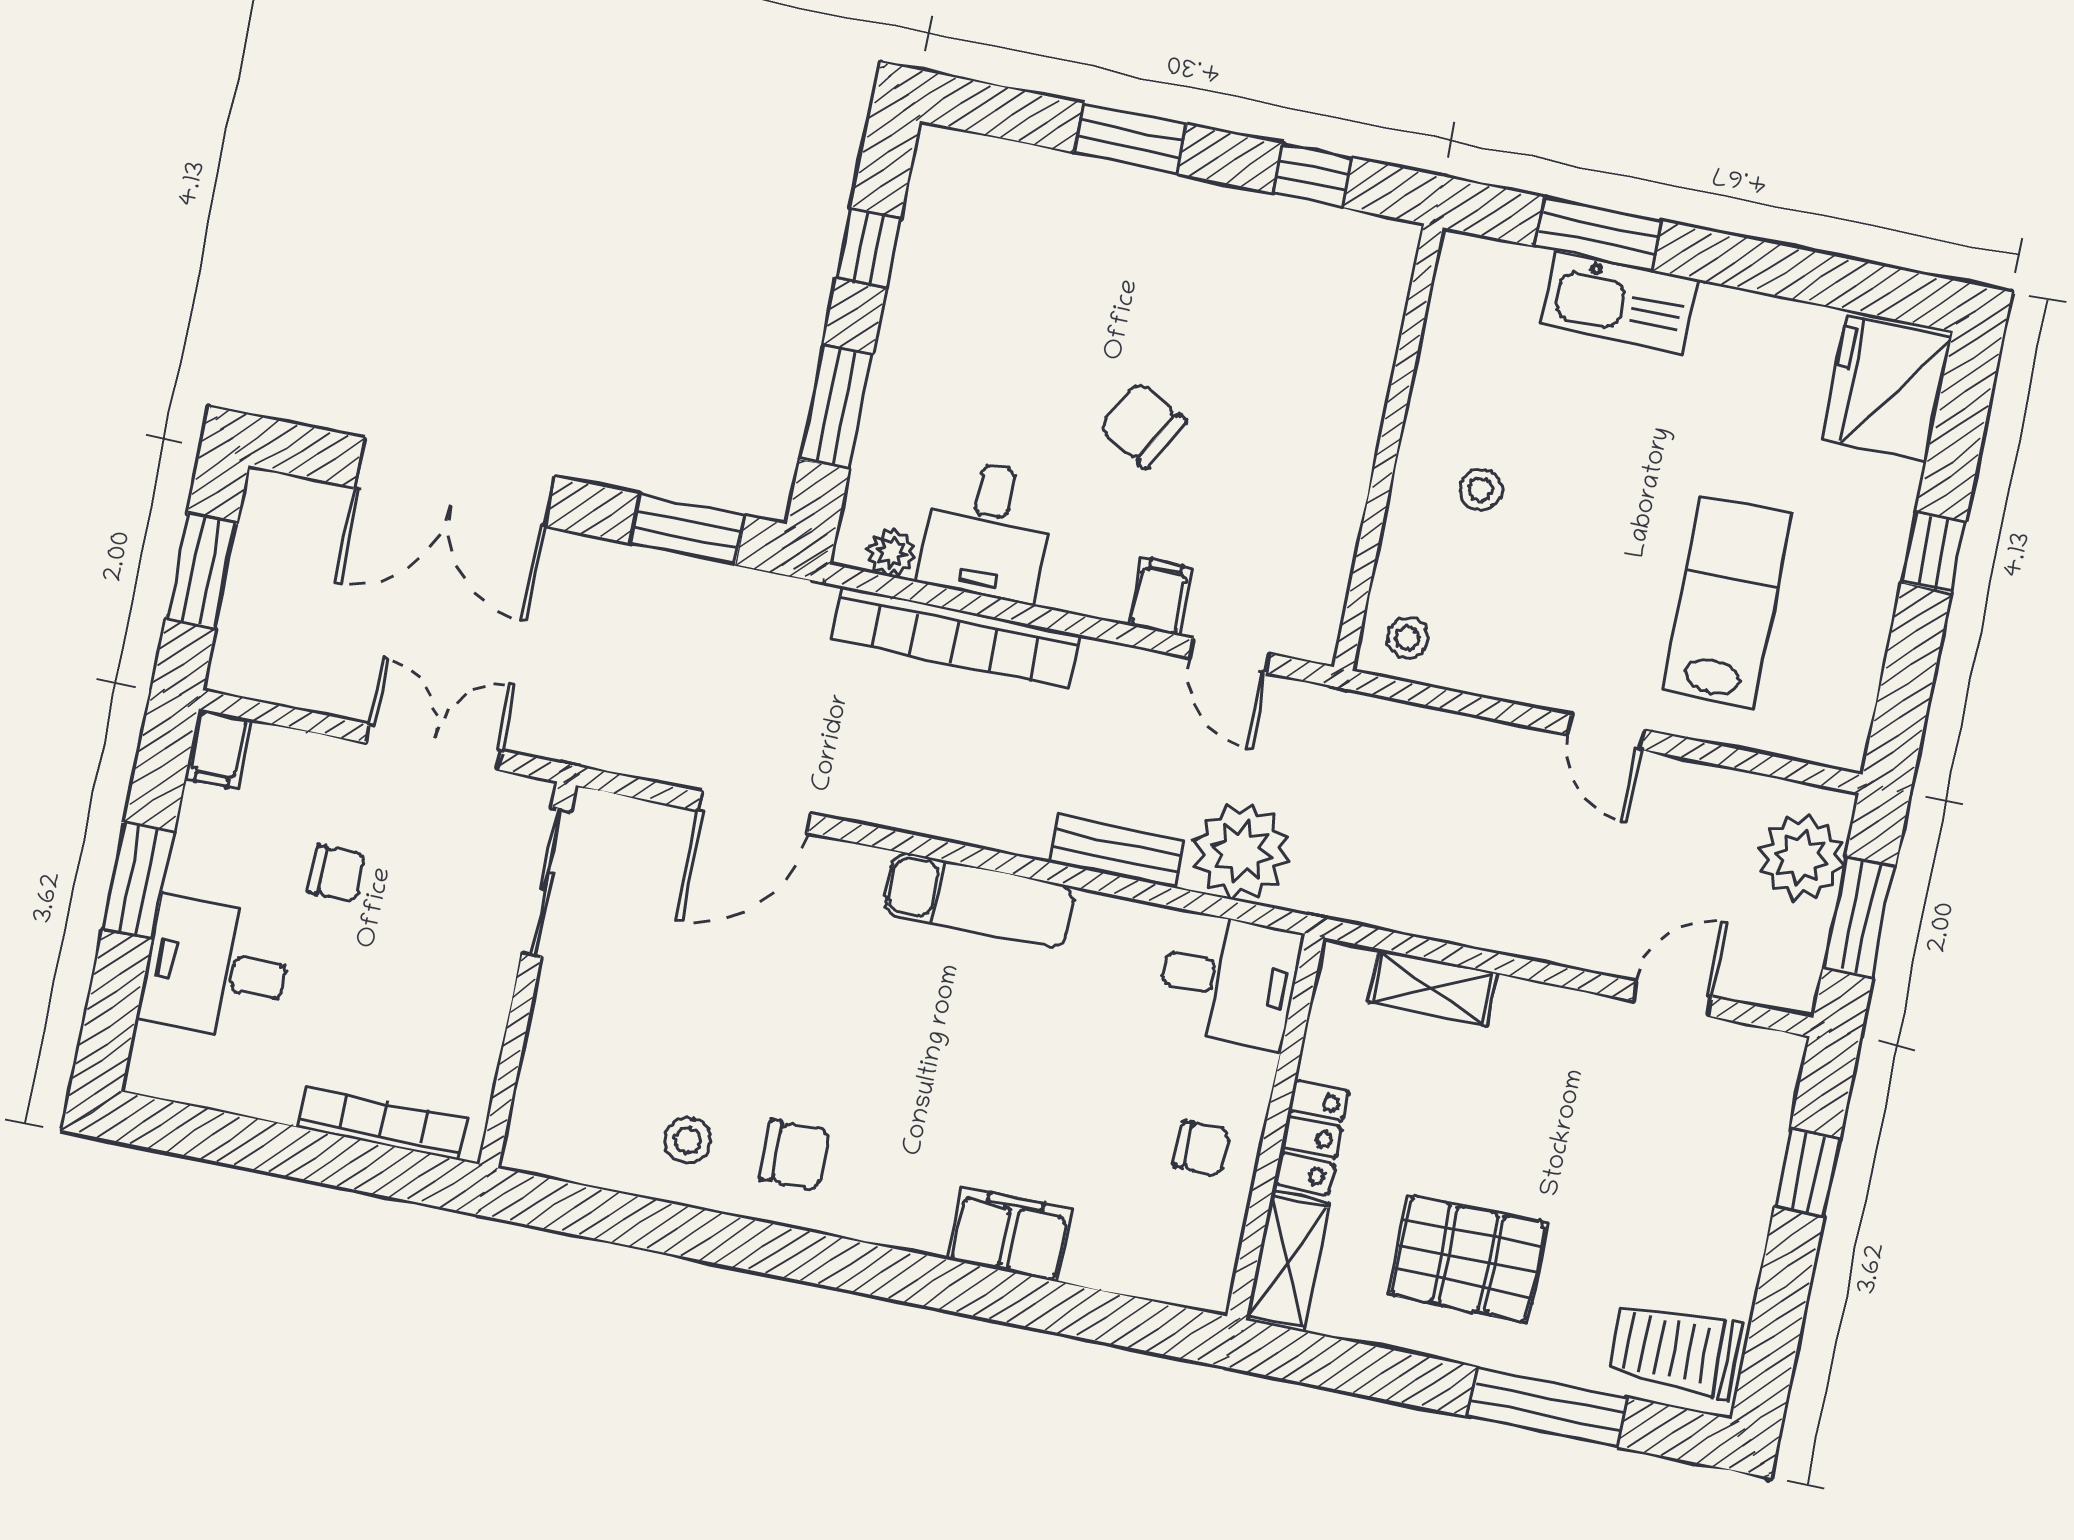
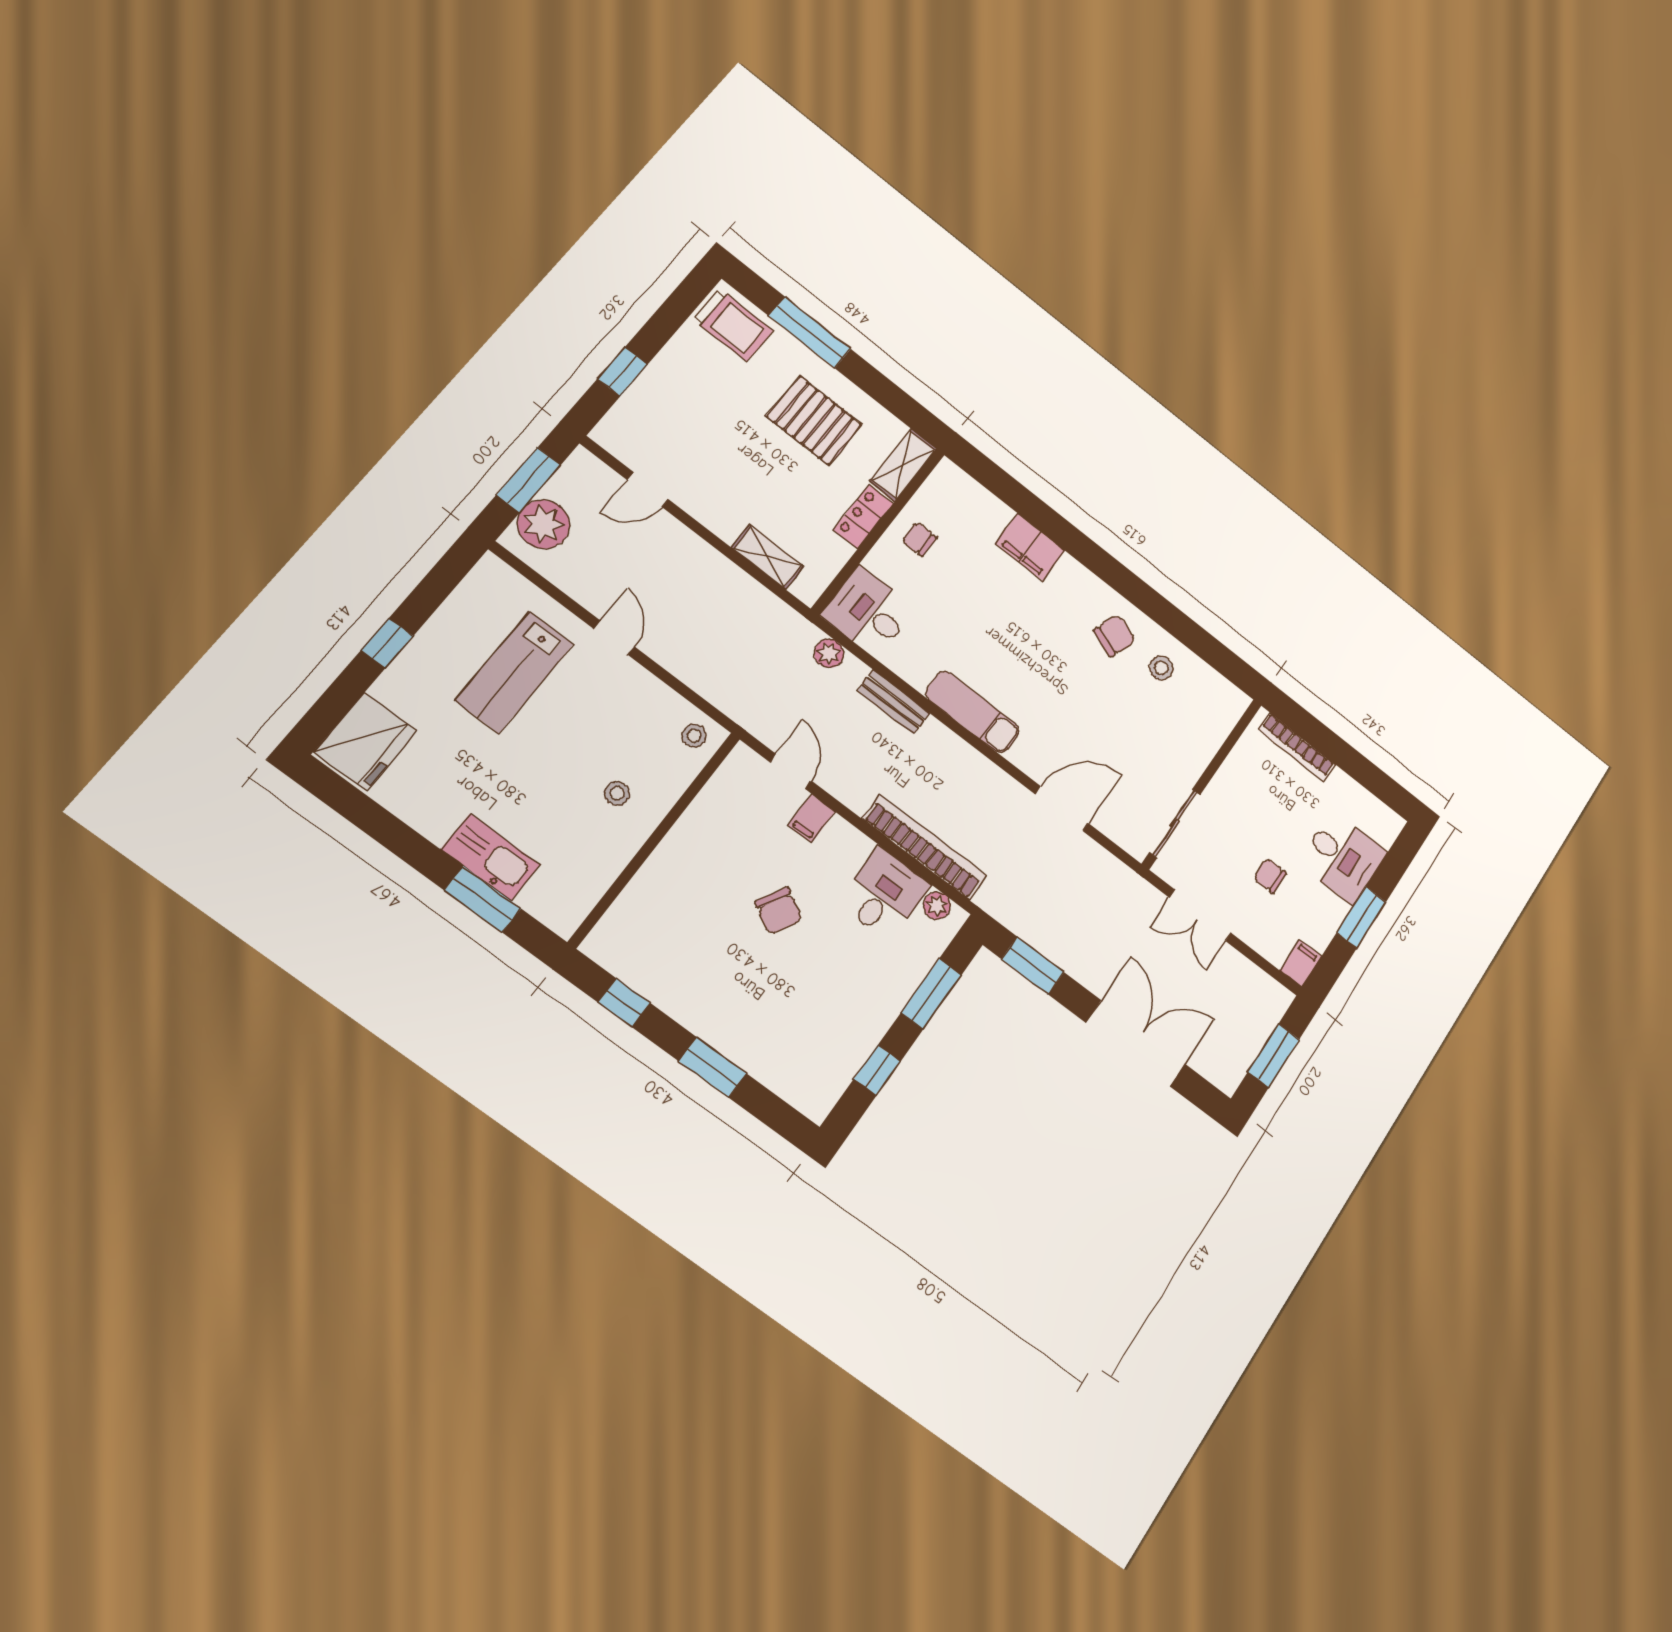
plant: (1241, 851) -> (829, 653), width x0.53, depth x0.53
chair: (795, 1155) -> (1114, 636), turned 110

